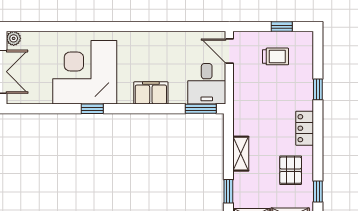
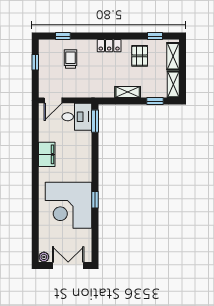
trolley: (275, 56) -> (71, 59), moved
window: (318, 89) -> (63, 36), moved
filing cabinet: (151, 93) -> (47, 154), moved, turned 180
pallet: (291, 170) -> (140, 56), turned 90

